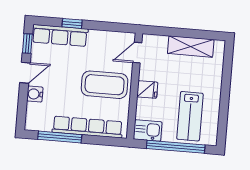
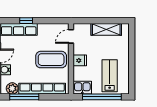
lab bench: (190, 116) -> (110, 76), turned 180
plant: (43, 123) -> (12, 88), added

